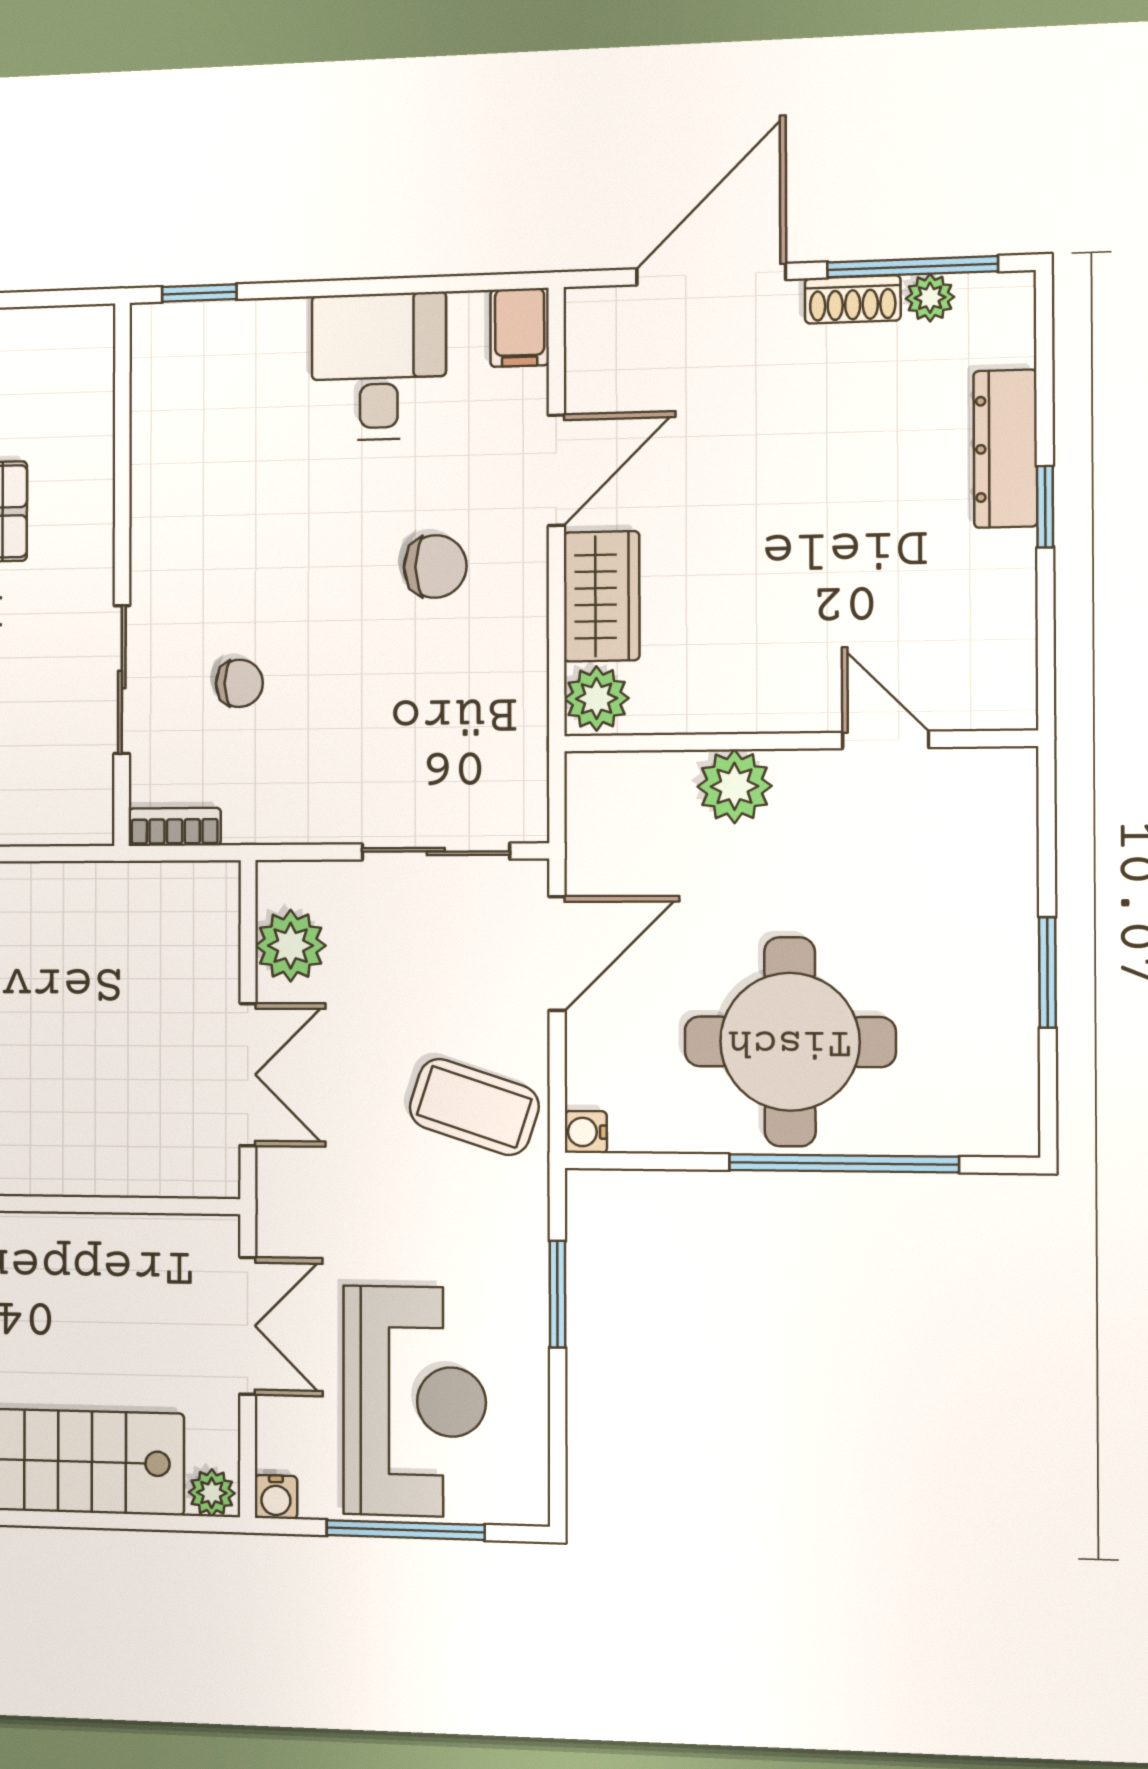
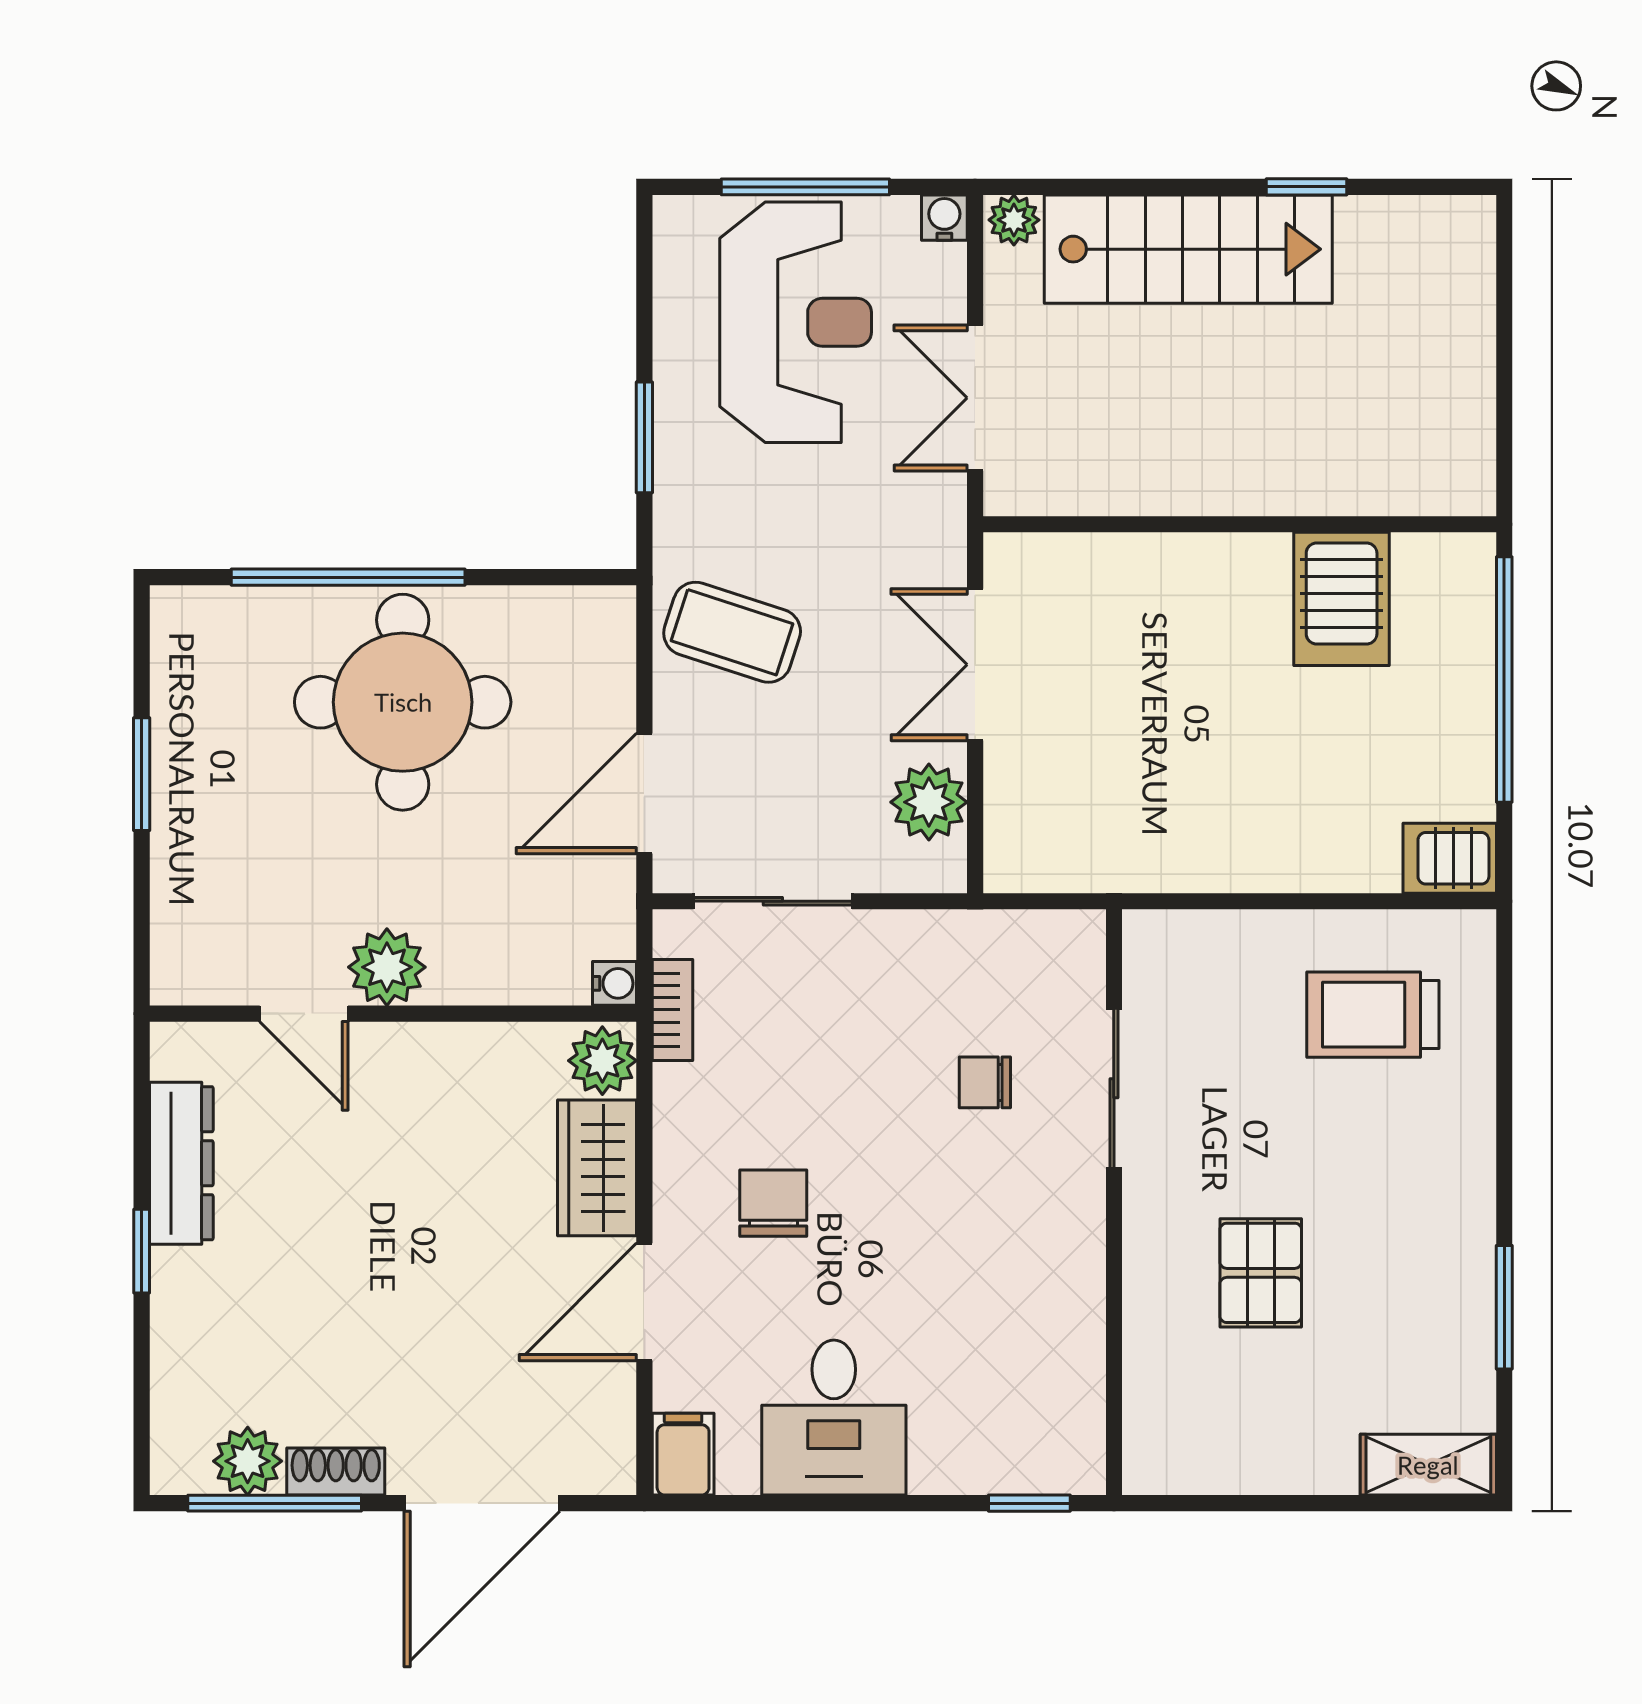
plant: (930, 298) -> (248, 1461), width x1.38, depth x1.38
dresser: (1005, 449) -> (181, 1163), moved
chair: (435, 566) -> (773, 1203), turned 90
plant: (734, 786) -> (387, 967), moved
bookcase: (175, 827) -> (672, 1010), moved, turned -90
water cooler: (586, 1132) -> (614, 983), moved
reception desk: (414, 1401) -> (796, 322), turned 180

